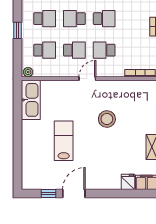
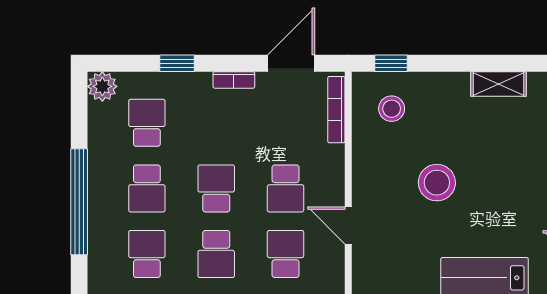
stool: (141, 98) -> (392, 109), added

